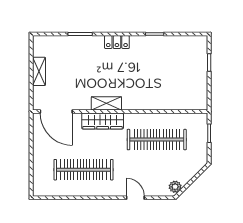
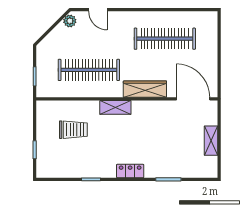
trolley: (172, 82) -> (73, 130), added
shelving: (106, 103) -> (115, 107), moved
door: (135, 198) -> (98, 10), moved

